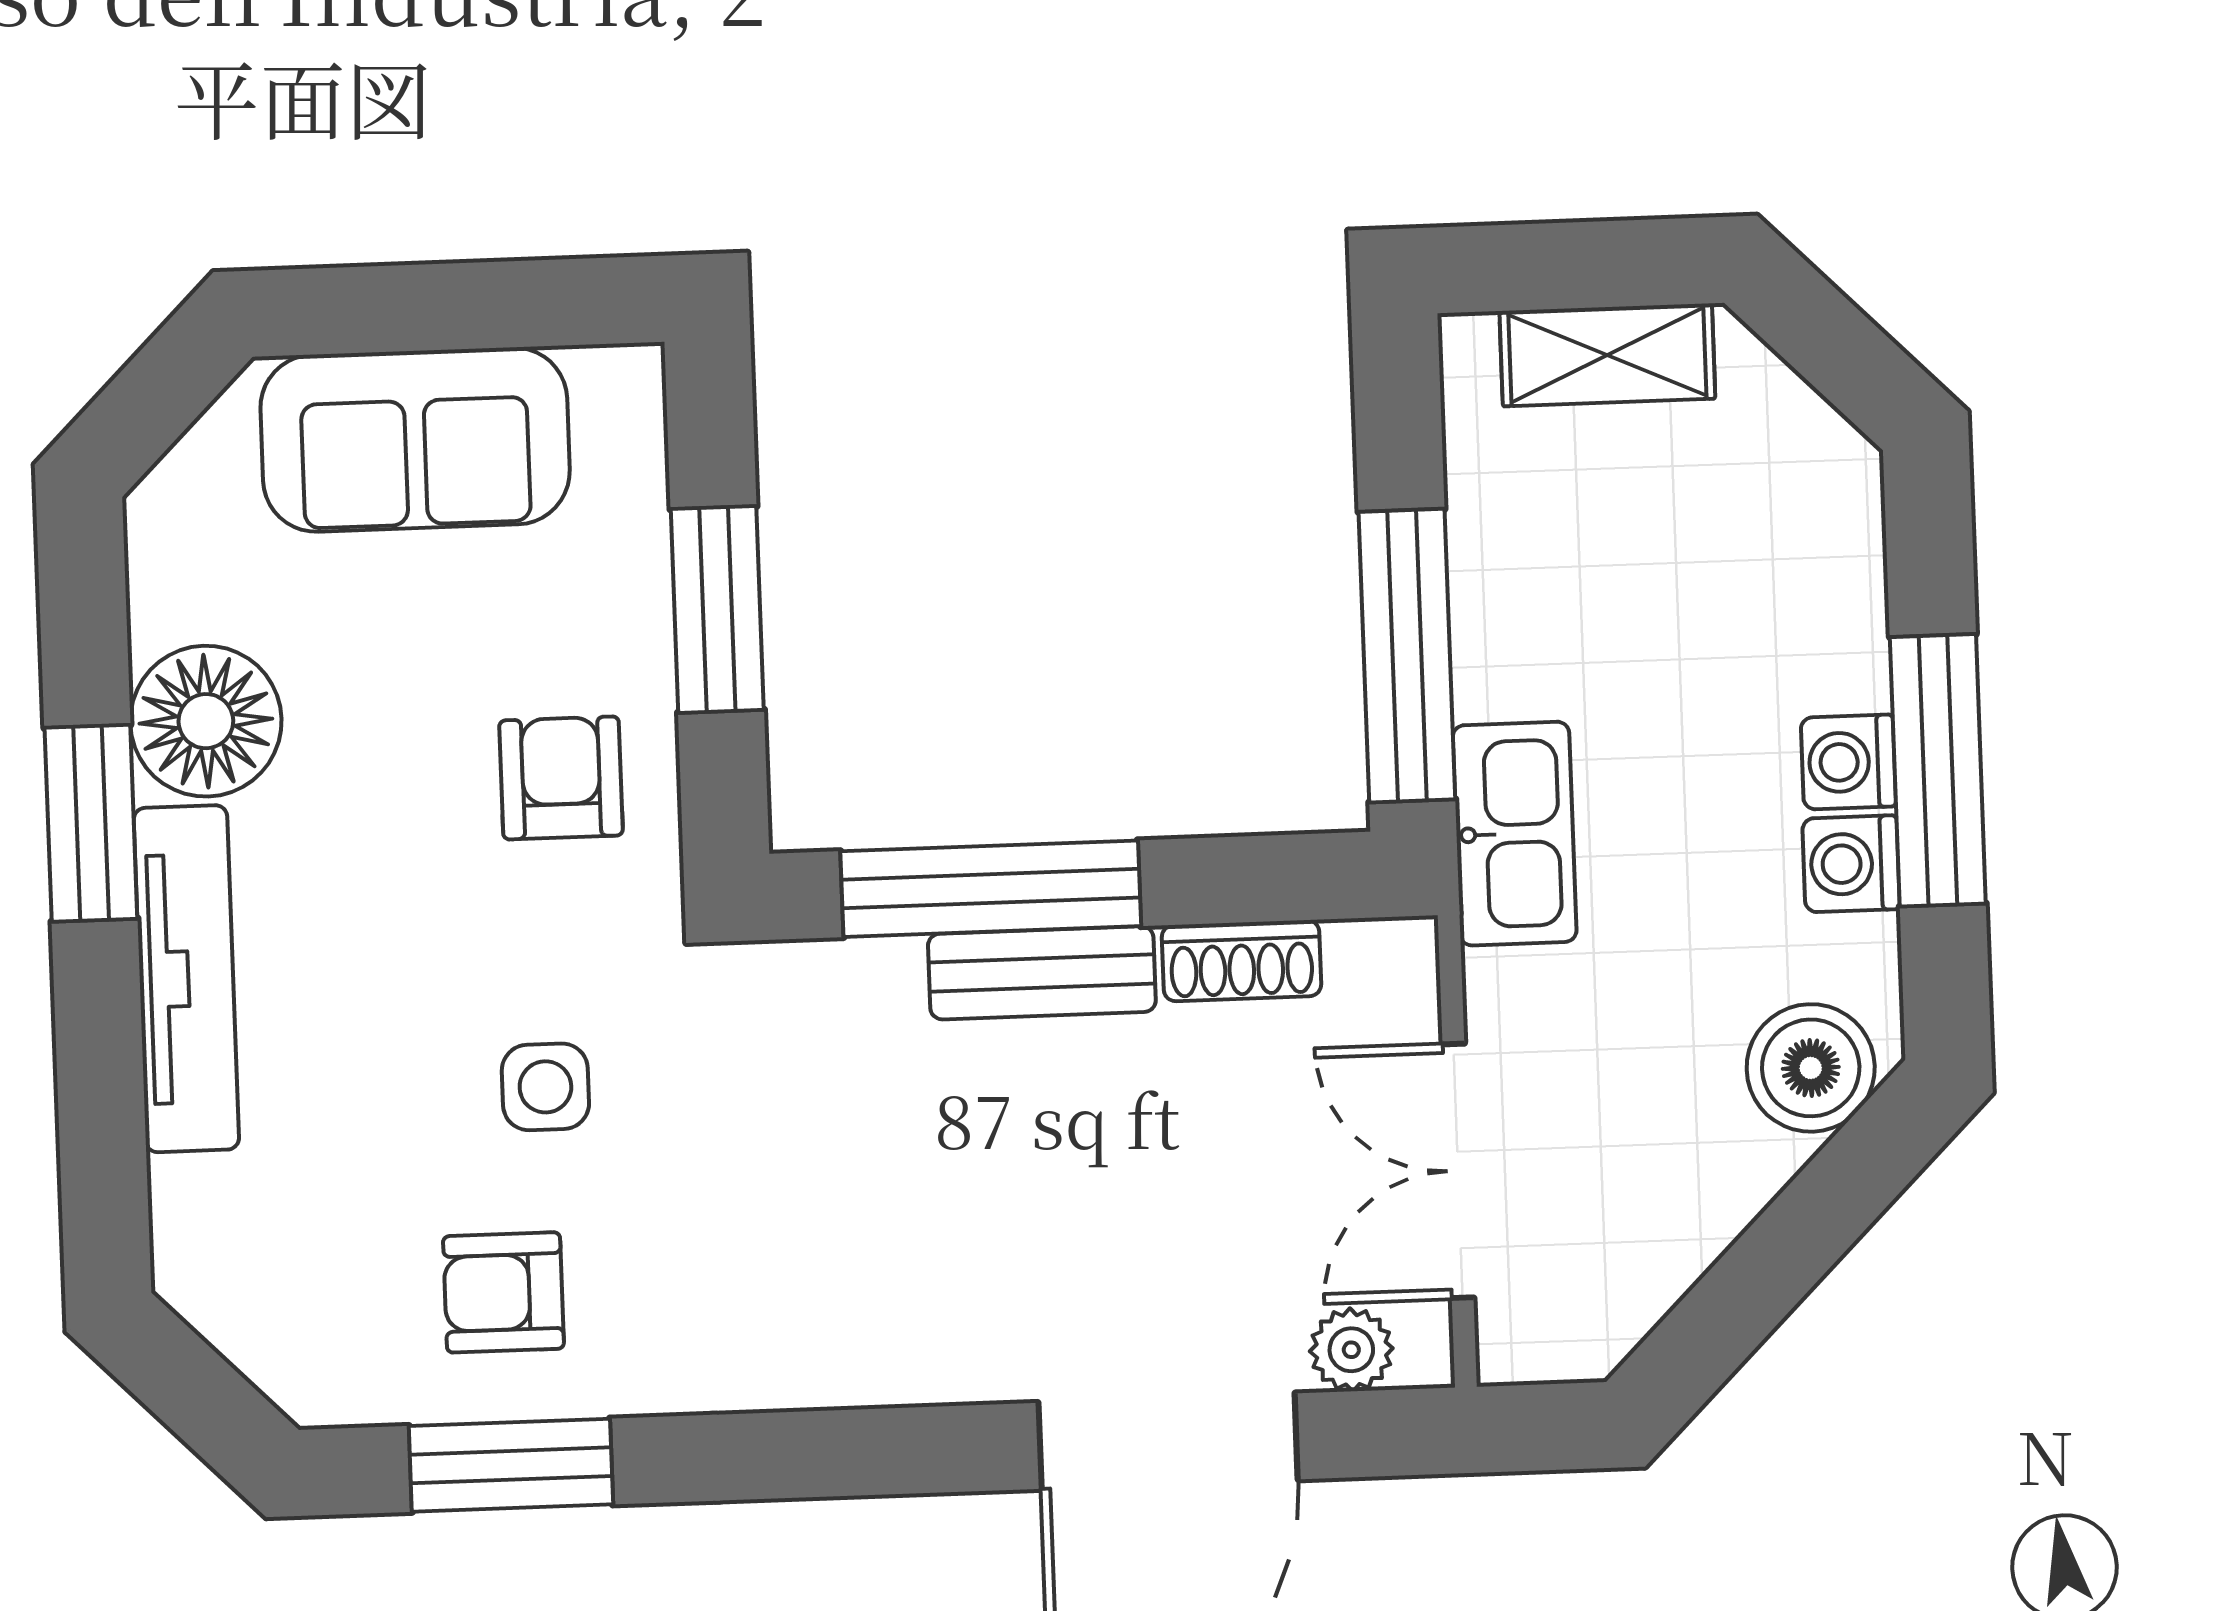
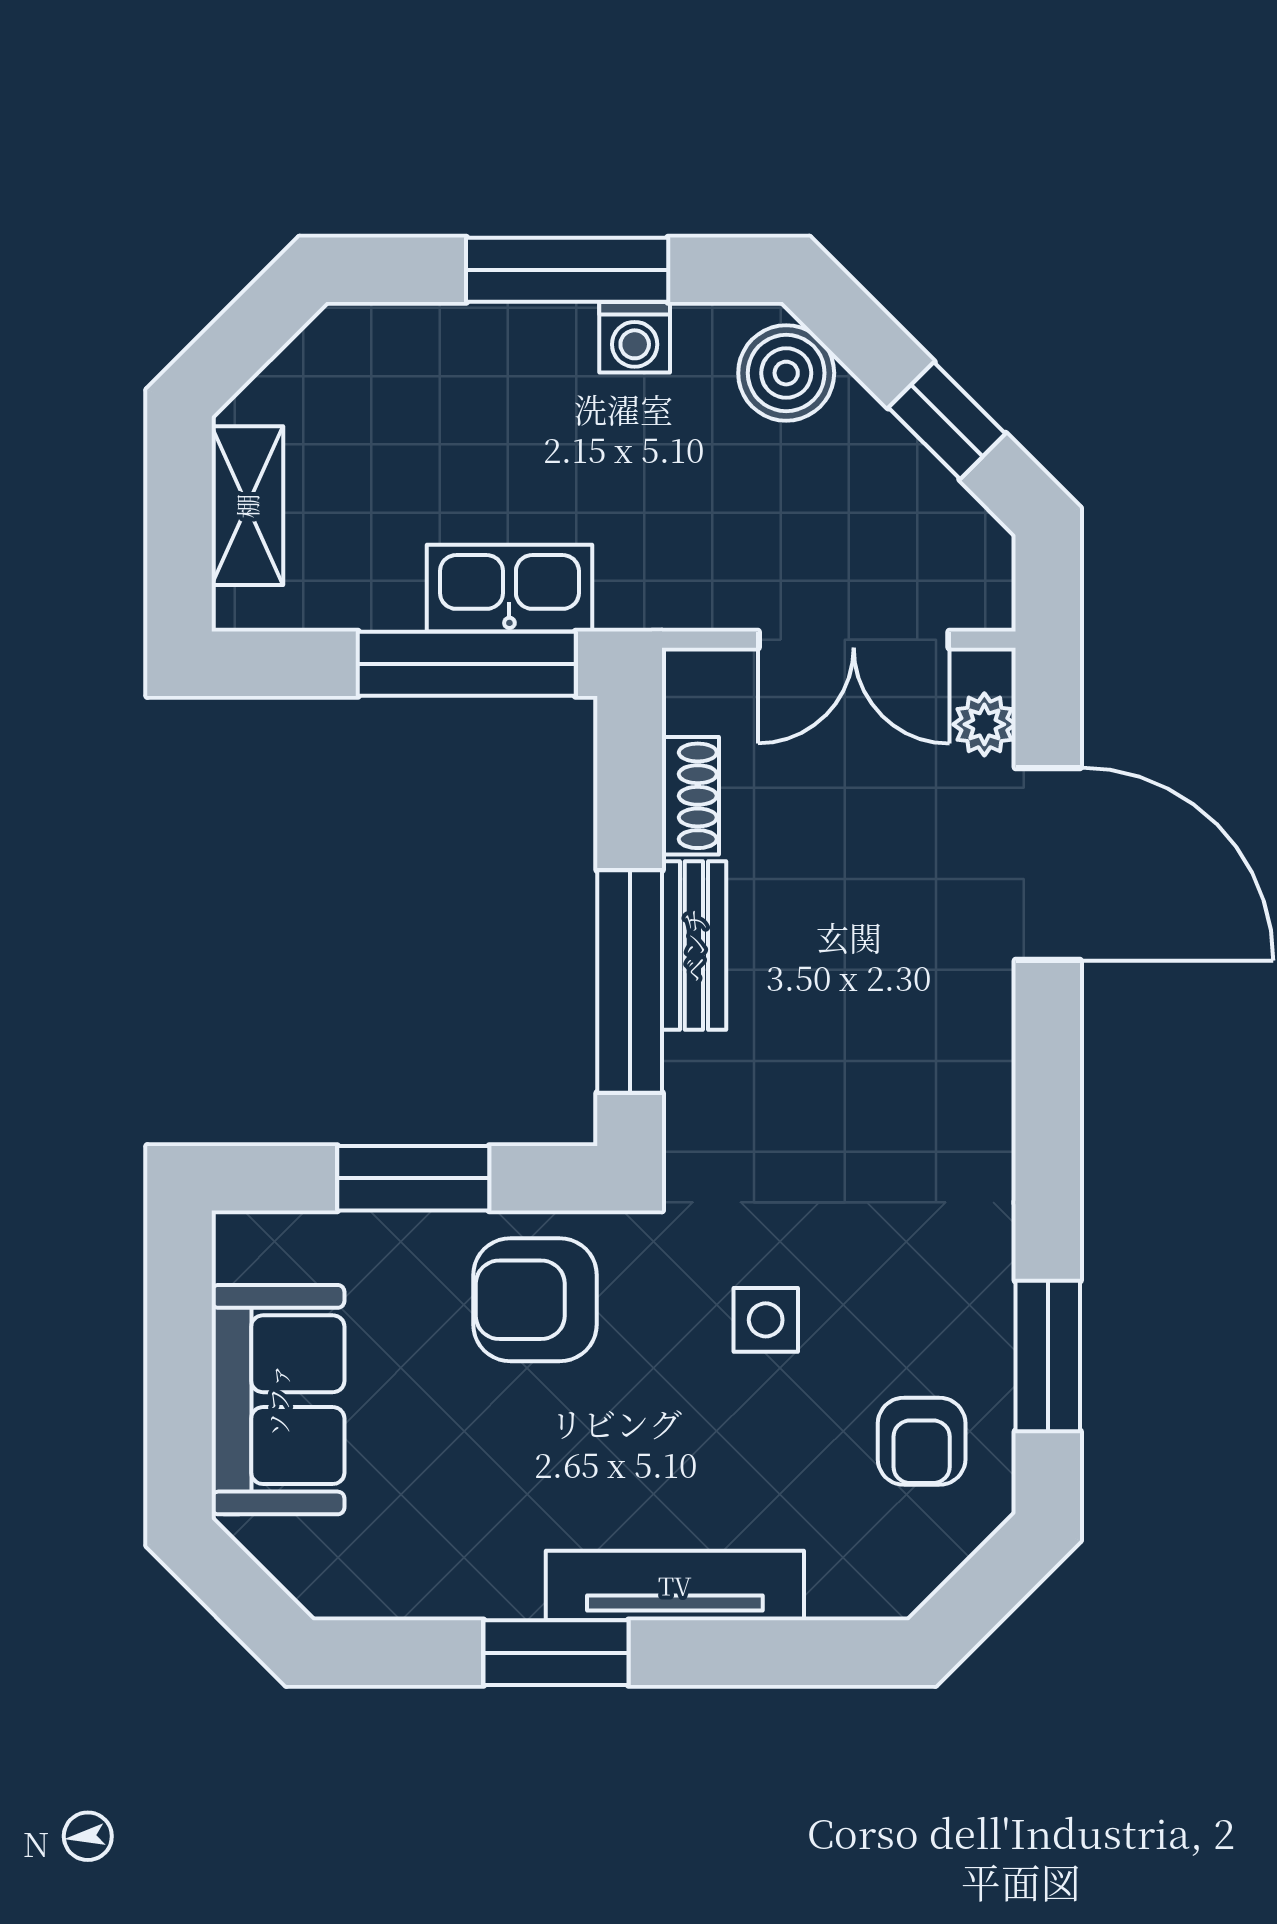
floor lamp: (206, 721) -> (483, 1564), removed
washing machine: (1848, 762) -> (558, 337), removed
armchair: (561, 778) -> (535, 1300), width x1.38, depth x1.38
kitchen sink: (1515, 834) -> (509, 588), moved
window: (1755, 1285) -> (947, 421), added
armchair: (503, 1292) -> (922, 1441), moved

